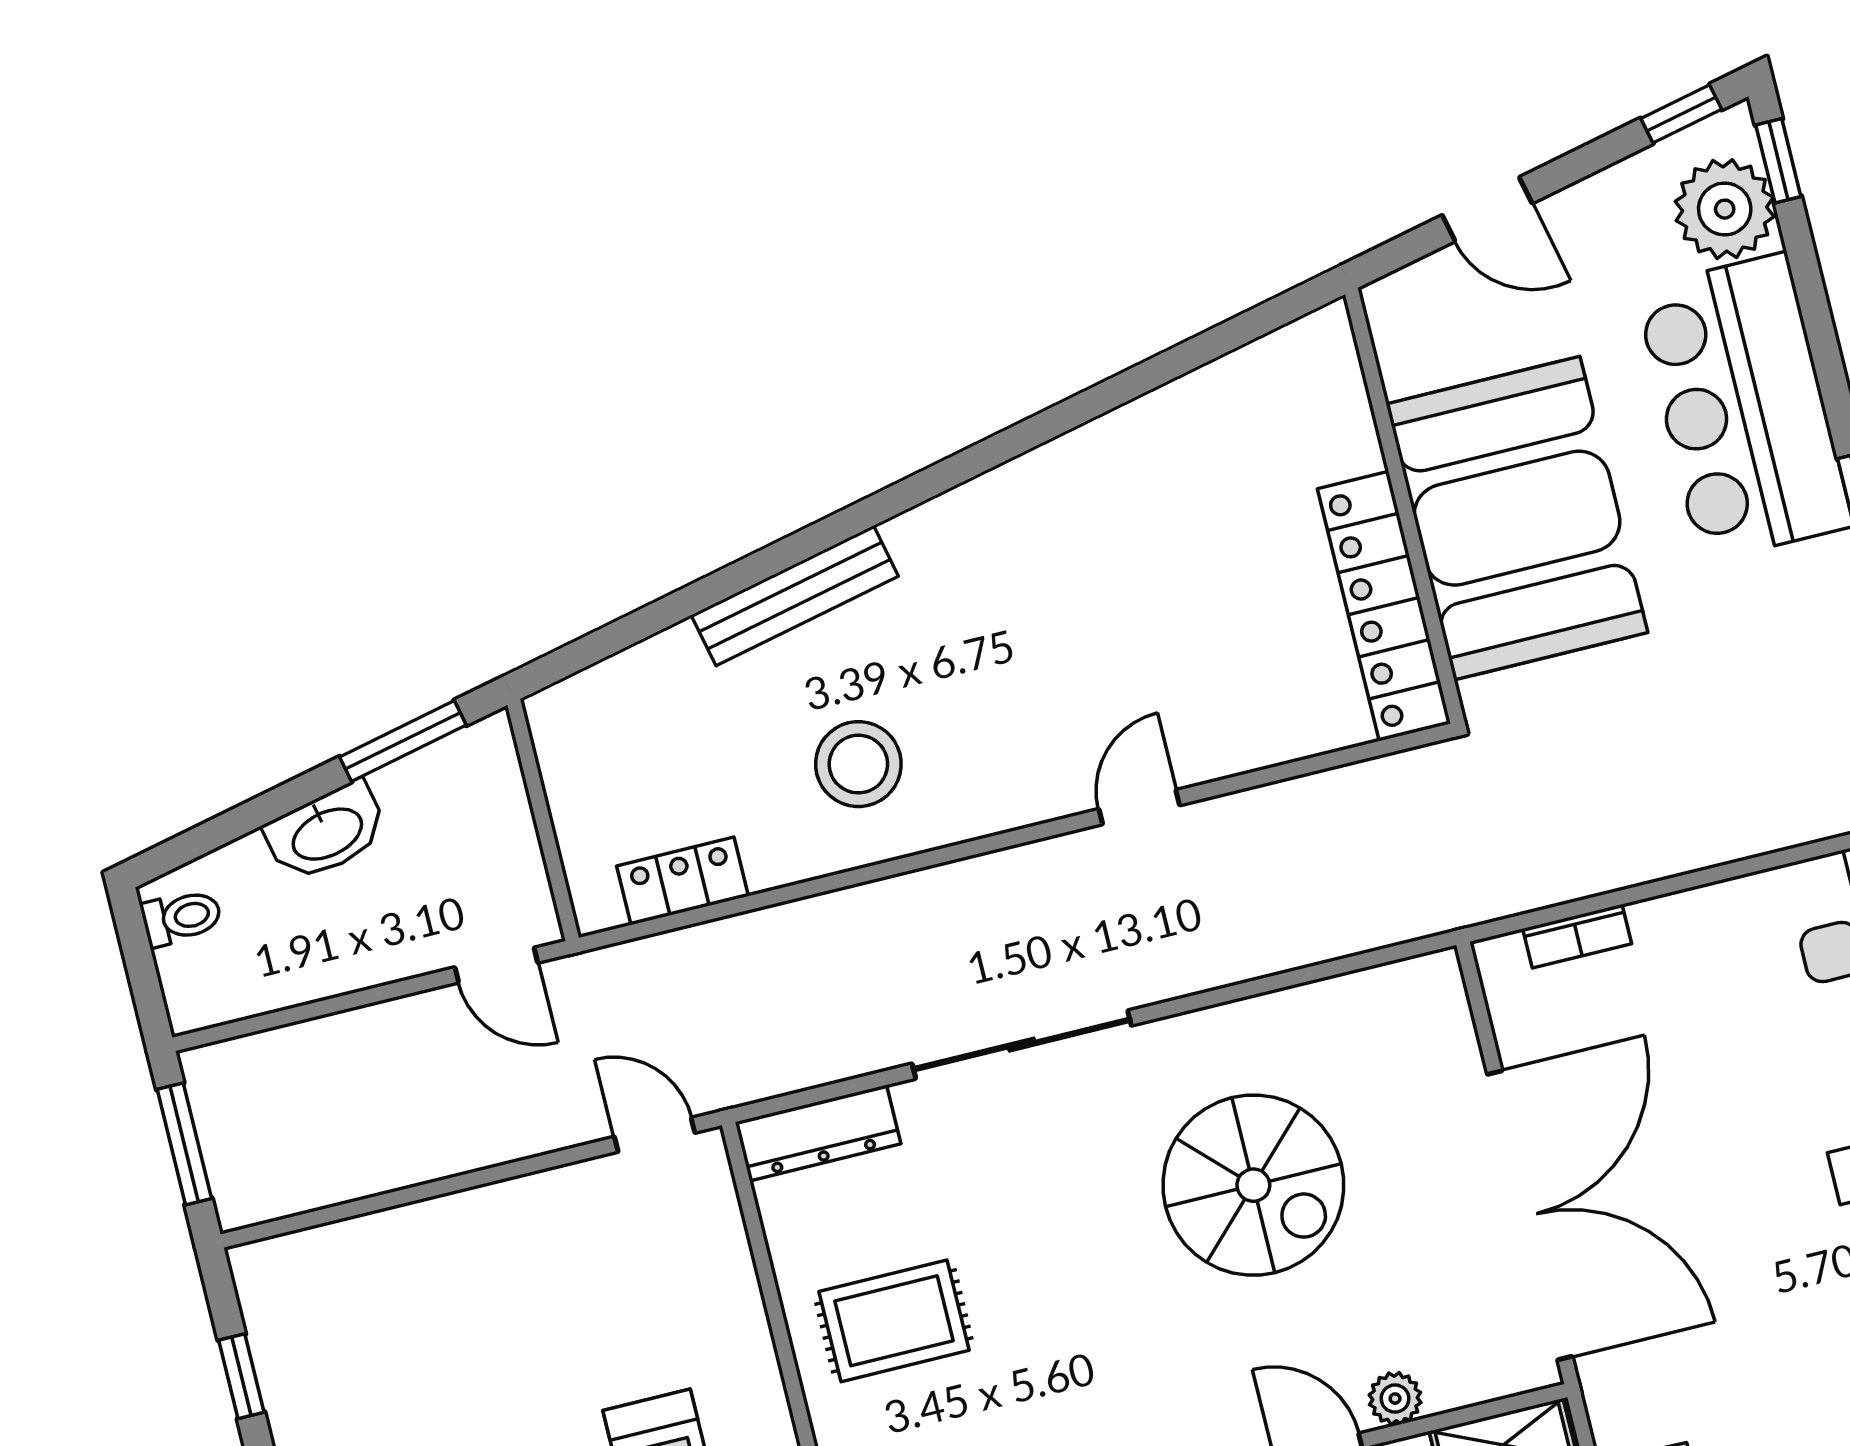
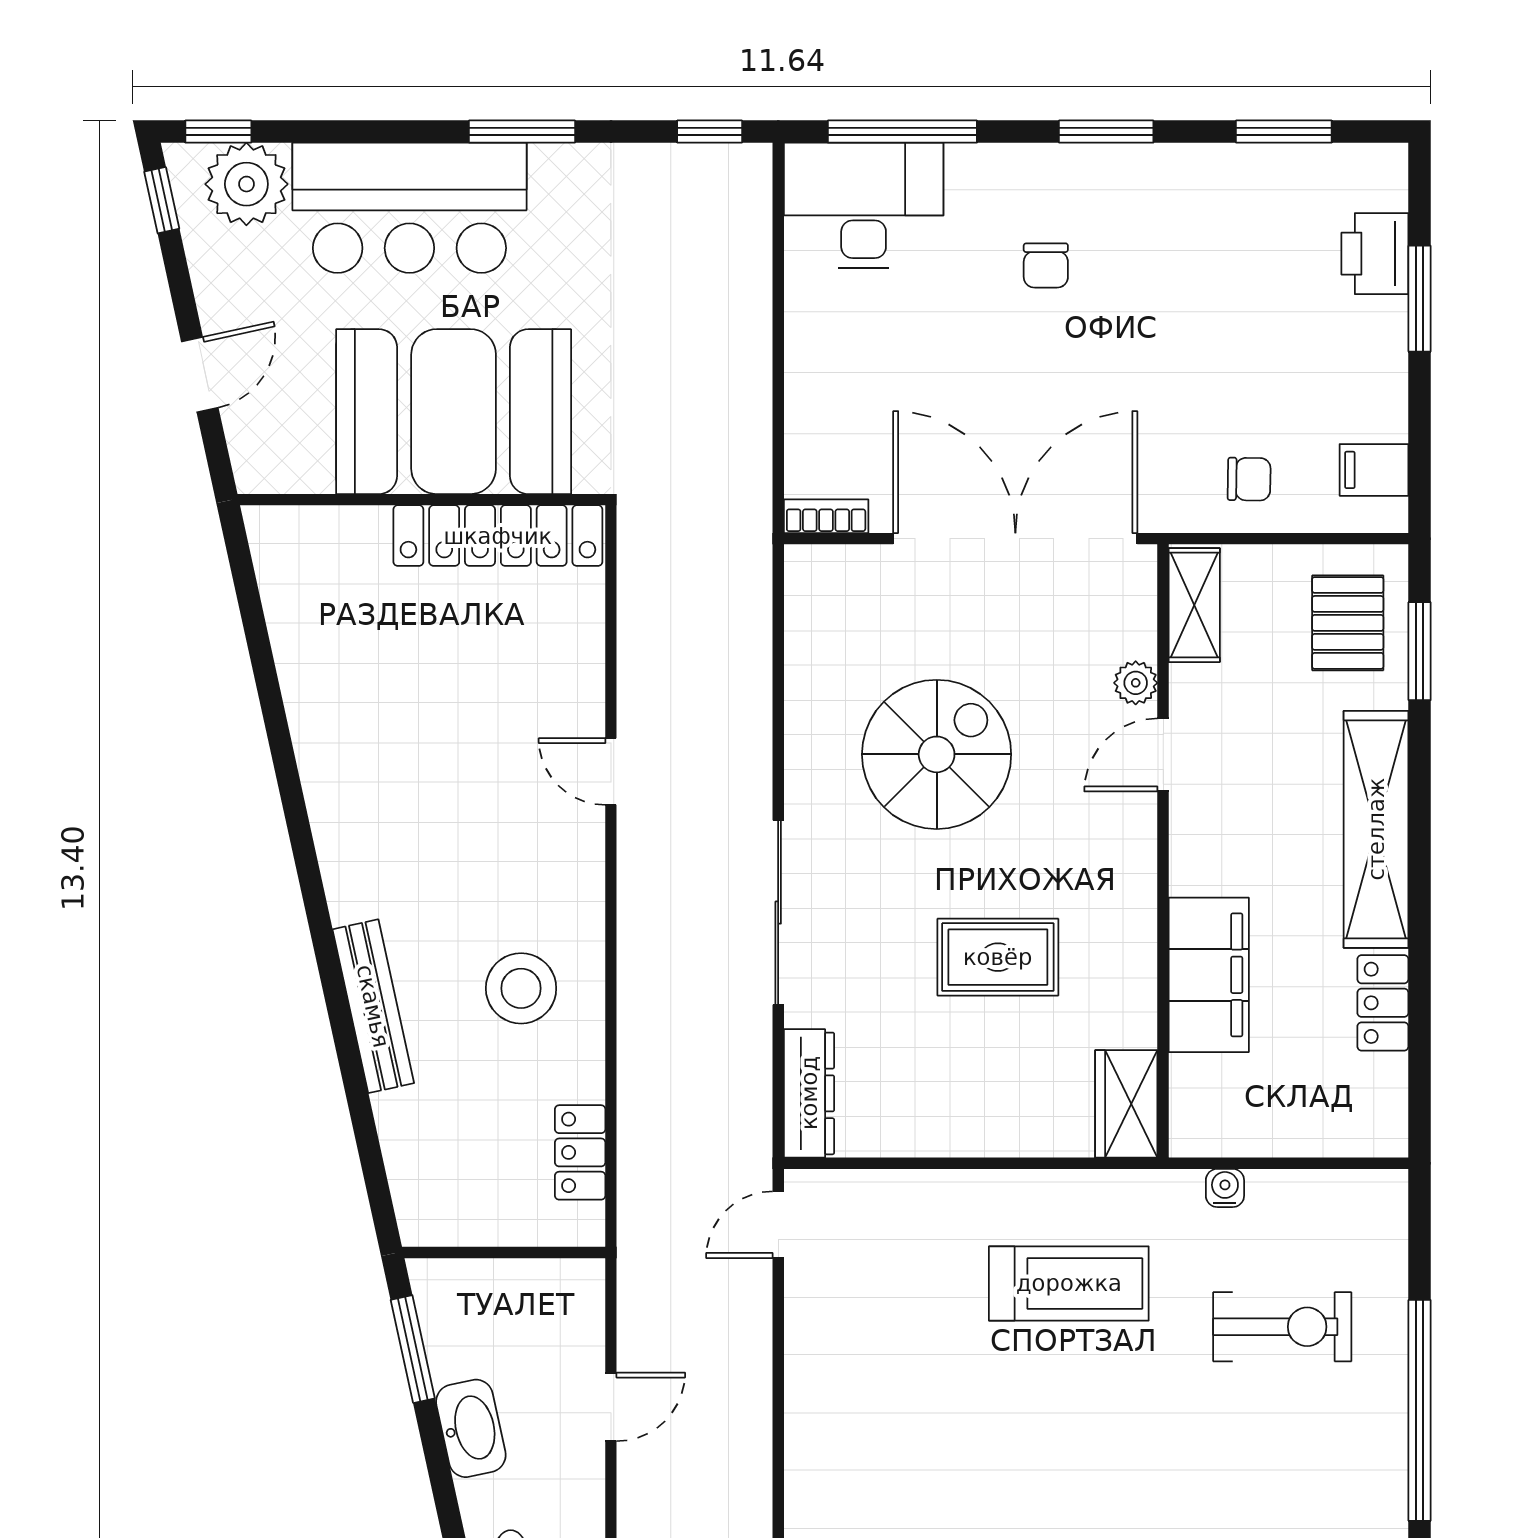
bookcase: (1577, 936) -> (826, 516), moved, turned -90
door: (496, 965) -> (611, 1407), moved
rug: (894, 1321) -> (998, 957), moved, turned 90

